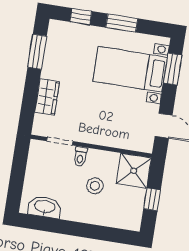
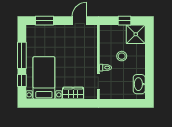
window: (122, 23) -> (22, 55), width x1.44
window: (37, 52) -> (47, 103), removed
bed with nightstands: (130, 69) -> (44, 78), moved, turned 180
shower: (134, 171) -> (136, 34), moved

